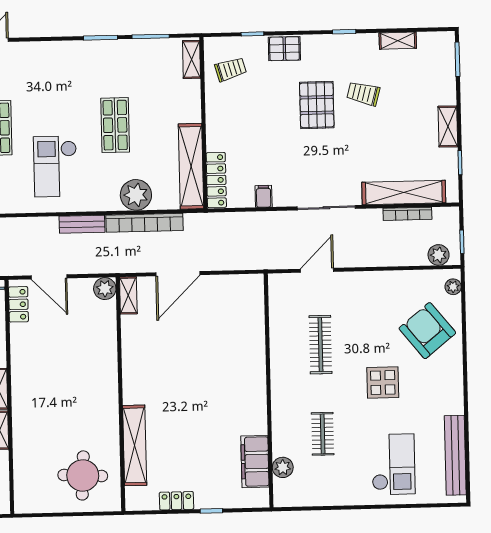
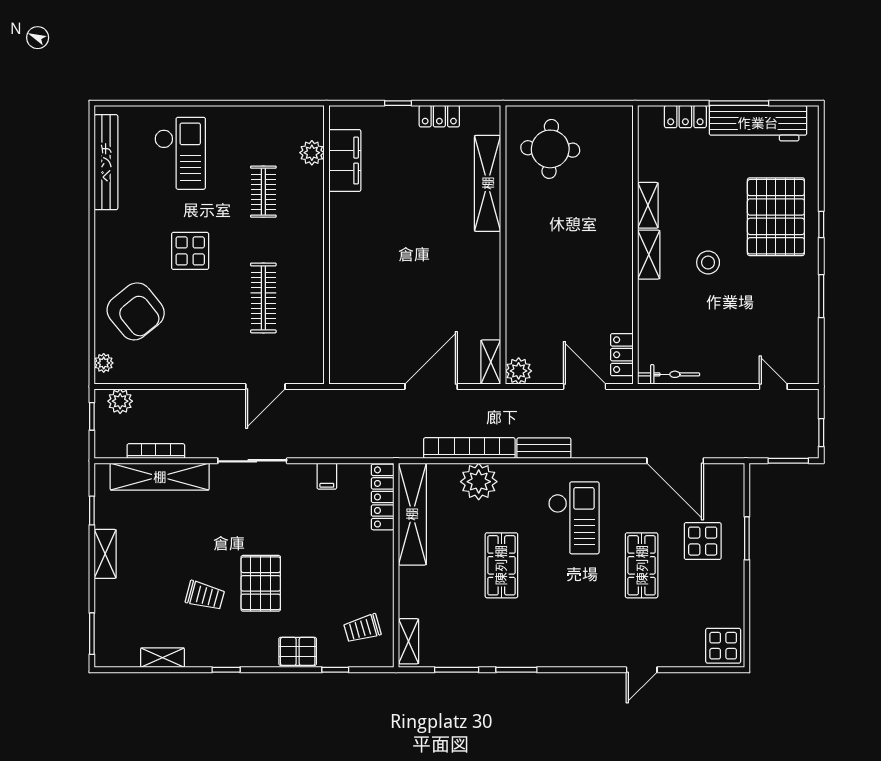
checkout: (393, 464) -> (180, 153), turned 180

